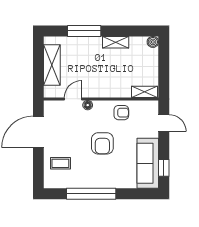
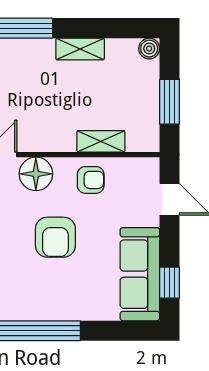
window: (164, 71) -> (170, 102), added
shelving: (145, 92) -> (101, 141), moved
floor lamp: (88, 105) -> (36, 174), width x1.89, depth x1.89

